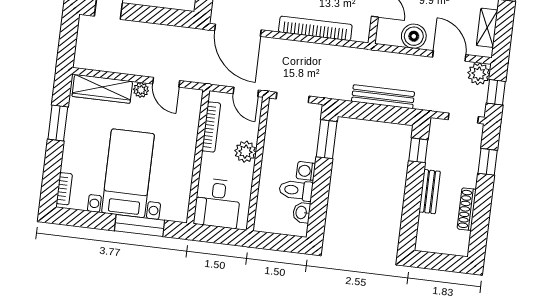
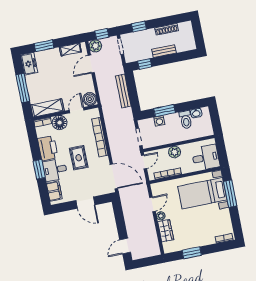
door: (238, 30) -> (114, 176), hinge flipped
boiler: (414, 36) -> (90, 99), moved
wardrobe: (102, 89) -> (166, 231), width x0.67
window: (327, 139) -> (164, 111), moved
washing machine: (306, 171) -> (159, 121), moved
bed with nightstands: (128, 173) -> (202, 193), moved

